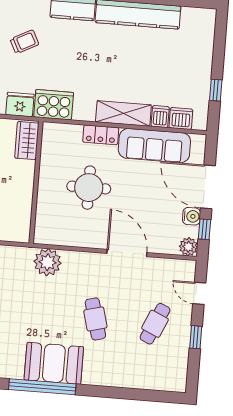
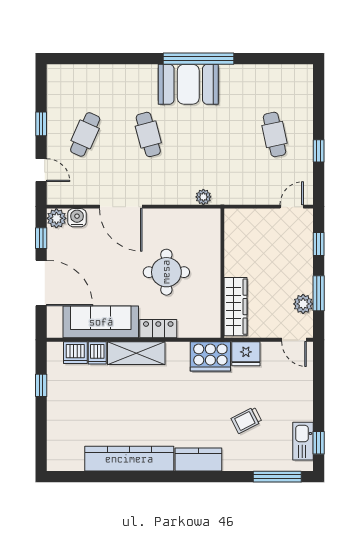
wardrobe: (27, 141) -> (236, 307), width x1.50
water cooler: (191, 216) -> (77, 218), moved, turned 90
plant: (48, 262) -> (203, 197), width x0.53, depth x0.53

